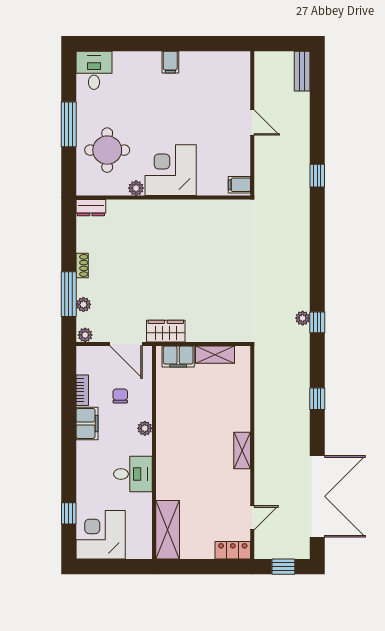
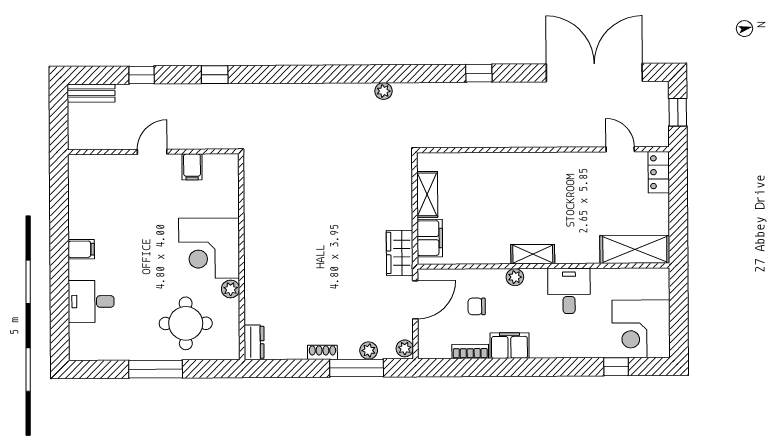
desk: (94, 70) -> (91, 302), moved
filing cabinet: (239, 185) -> (192, 167), moved
window: (317, 322) -> (142, 75), moved
shelving: (242, 451) -> (533, 254), moved

